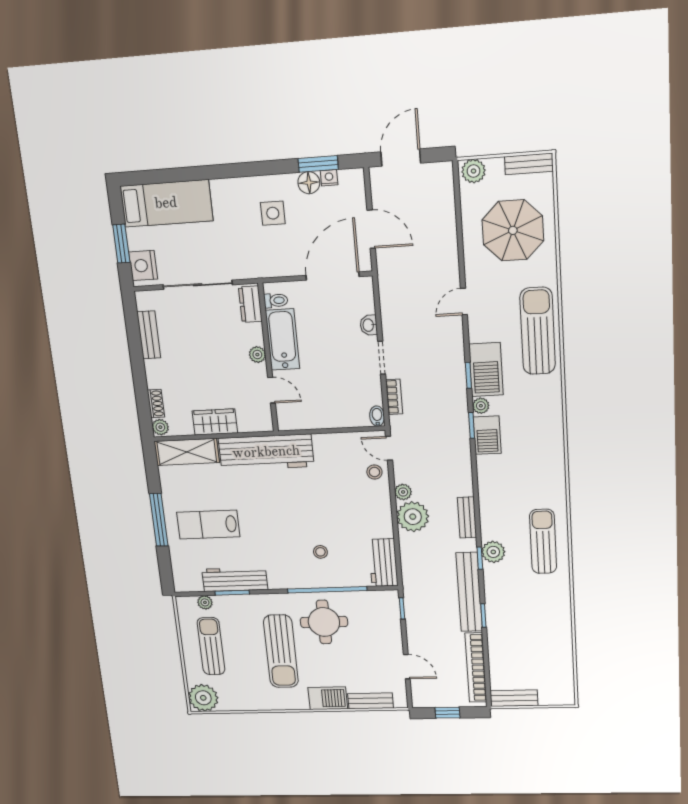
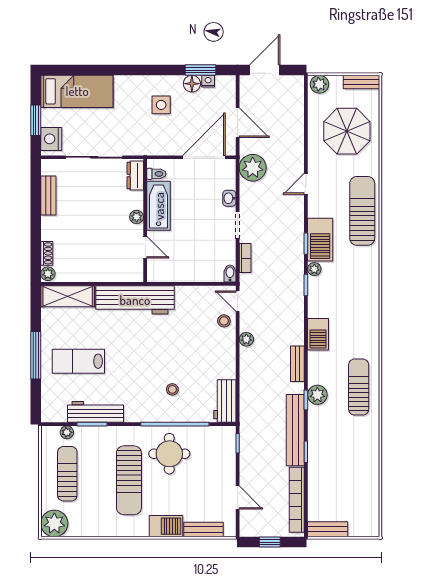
wardrobe: (215, 422) -> (95, 272), removed
barbecue: (487, 435) -> (318, 334), moved
plant: (413, 517) -> (253, 168), moved

